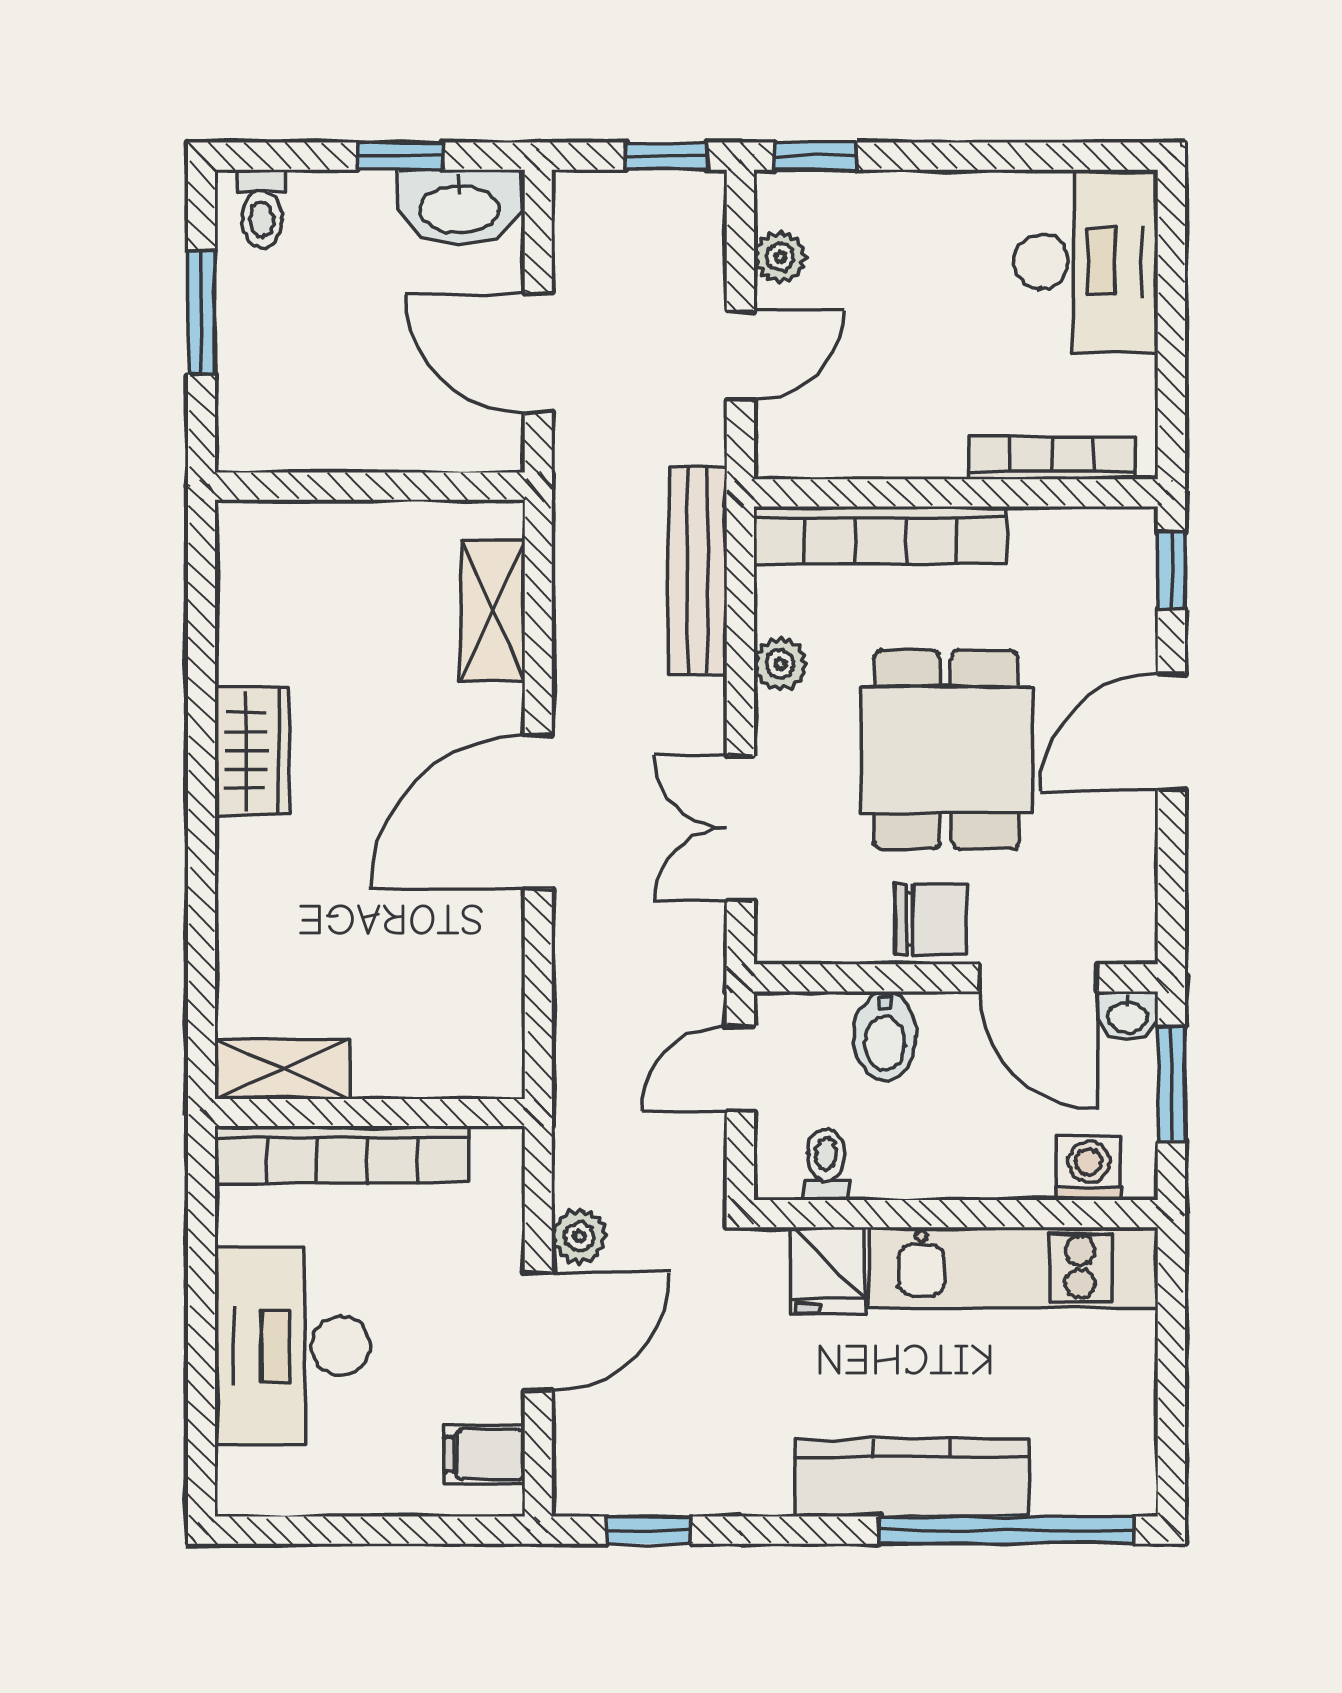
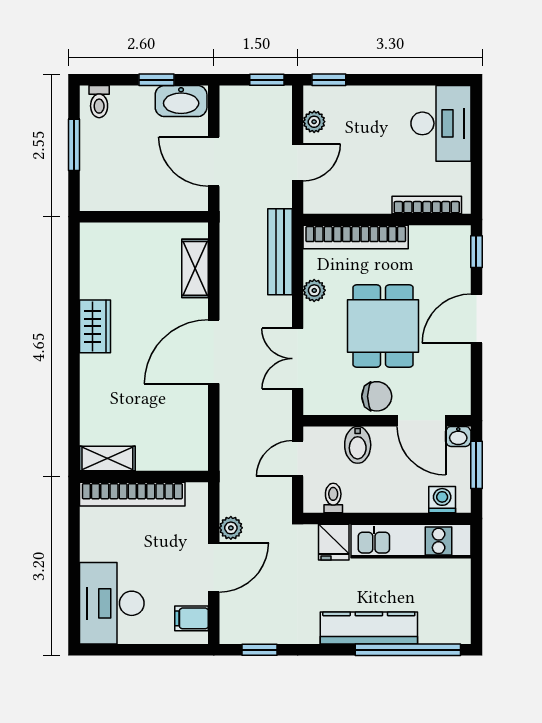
desk: (292, 1346) -> (112, 603), moved

